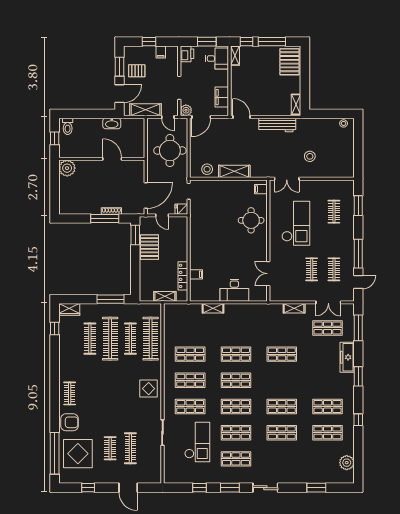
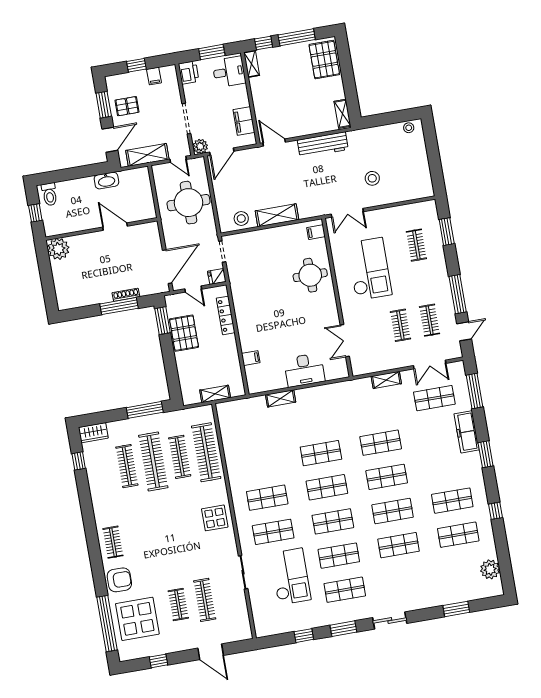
locker: (183, 276) -> (226, 315), moved
shop shelf: (190, 354) -> (387, 477), moved

